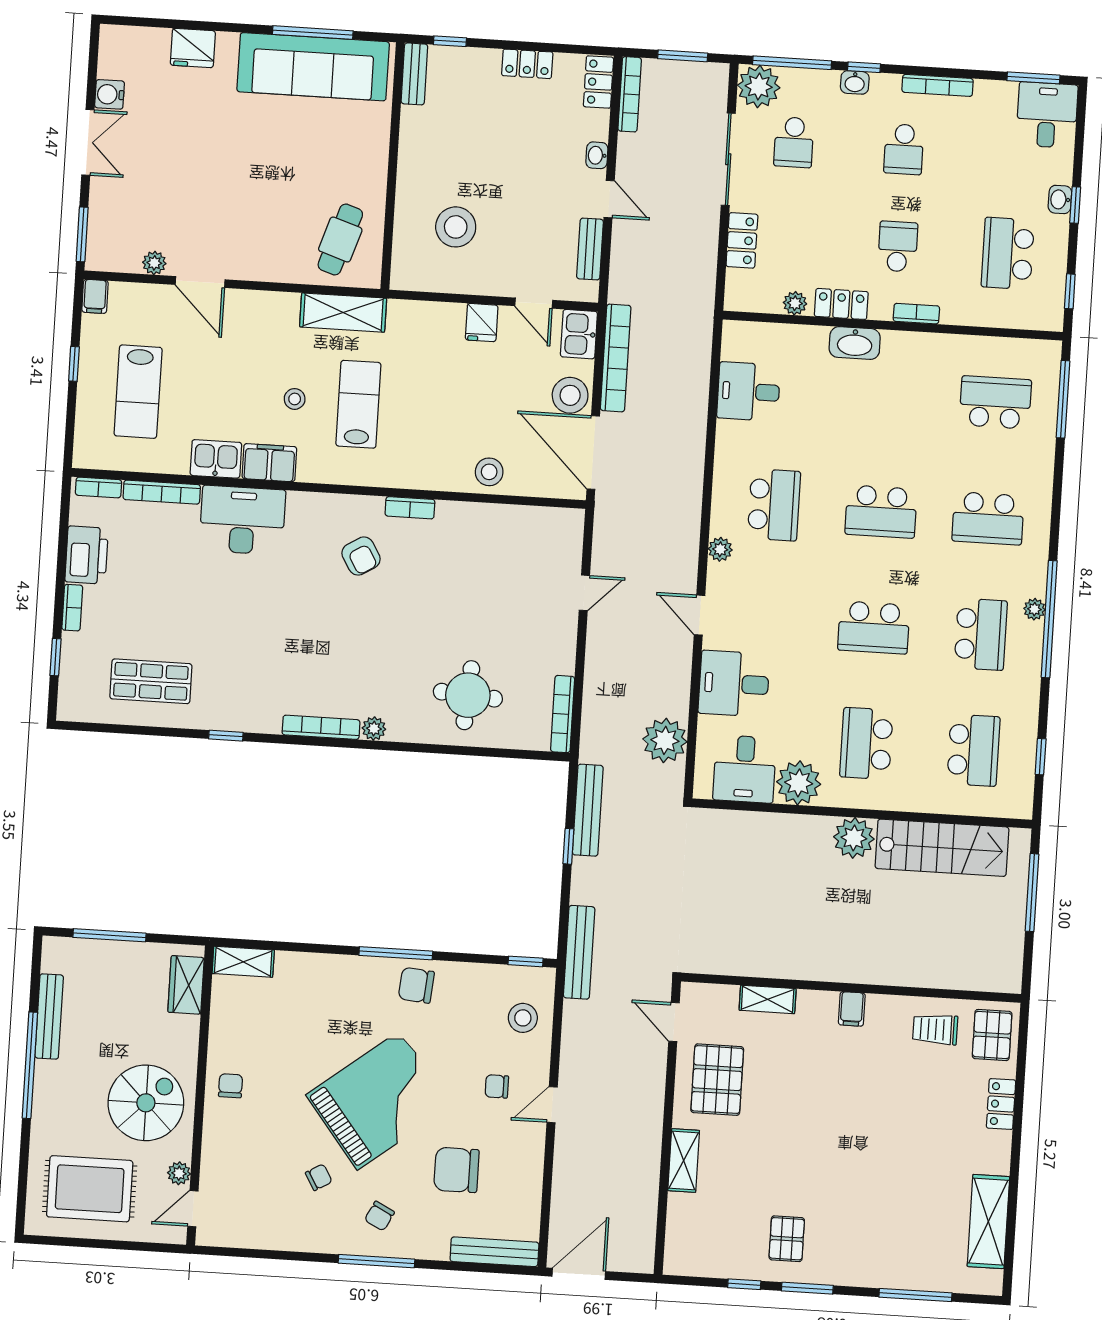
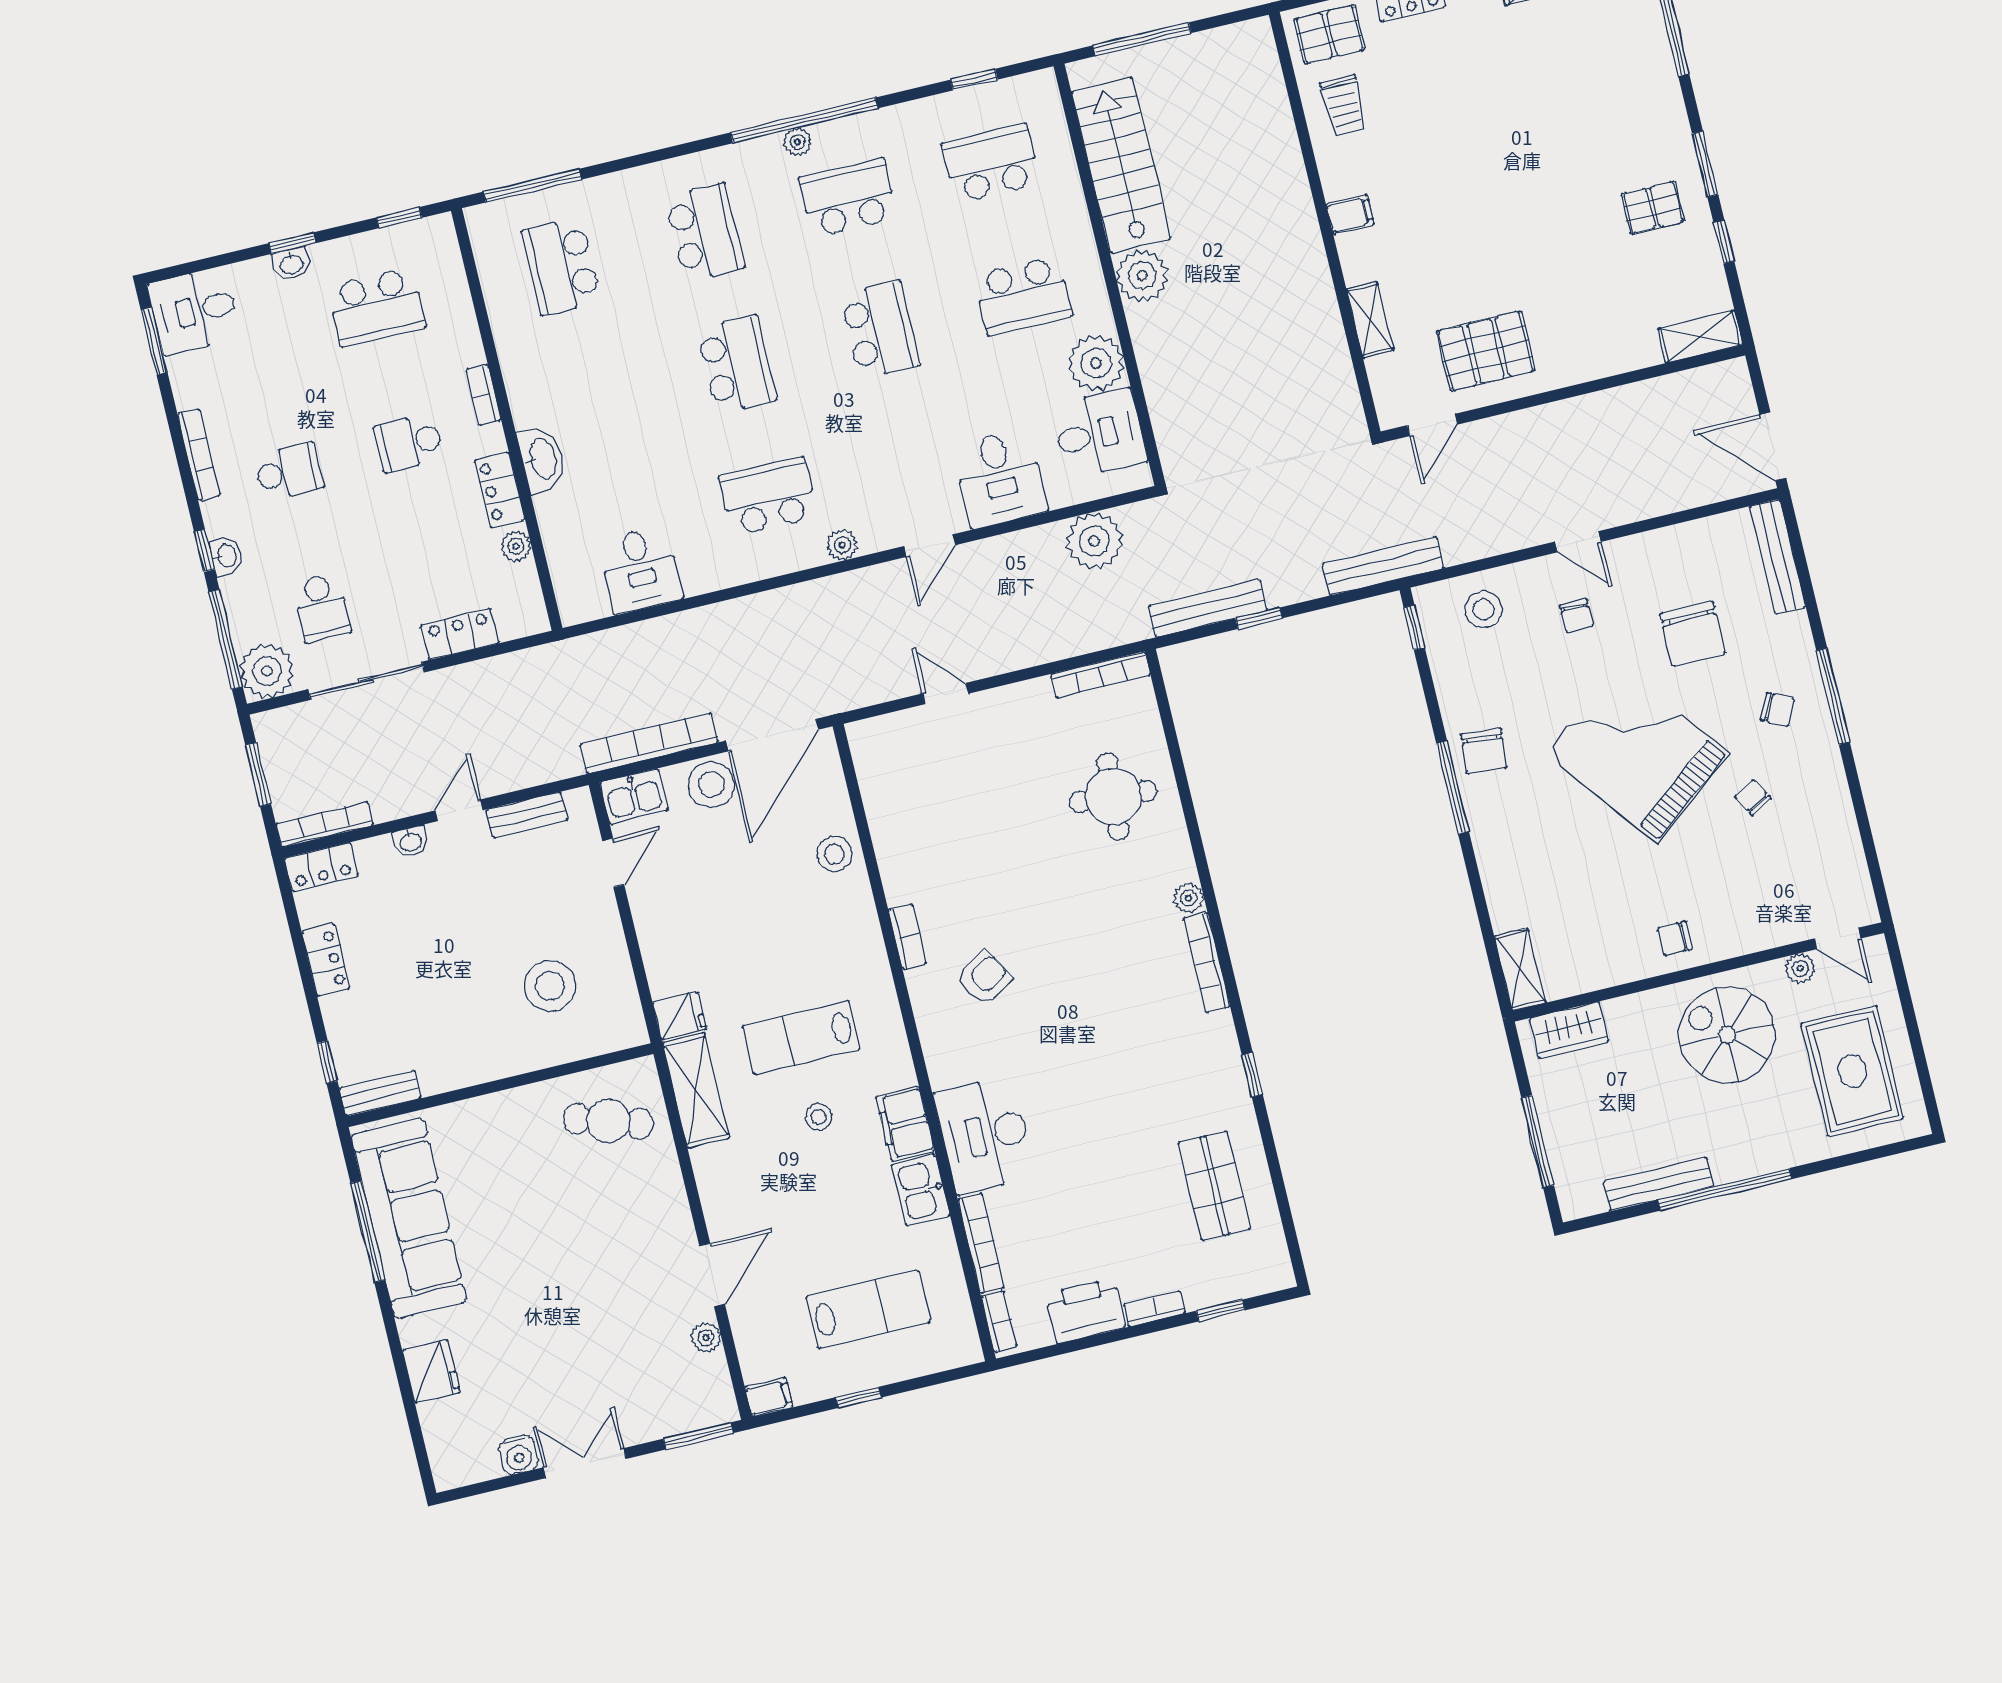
school desk: (794, 142) -> (321, 608), turned 90
fridge: (482, 323) -> (680, 1016), moved
shelving: (684, 1161) -> (1700, 337), moved

